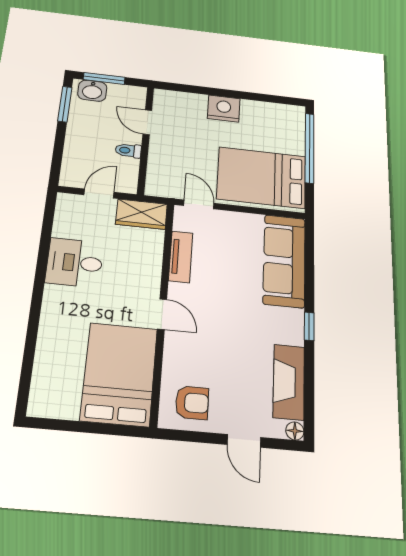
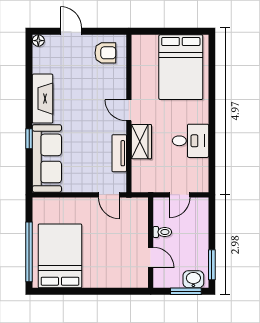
nightstand: (224, 109) -> (95, 277), removed
bed: (262, 178) -> (60, 256), moved, turned -90
wardrobe: (142, 214) -> (141, 142), moved, turned 90
window: (309, 326) -> (29, 139), moved
bed: (119, 374) -> (181, 67), moved
fireplace: (289, 382) -> (43, 99), moved
armchair: (192, 403) -> (105, 53), turned 180

